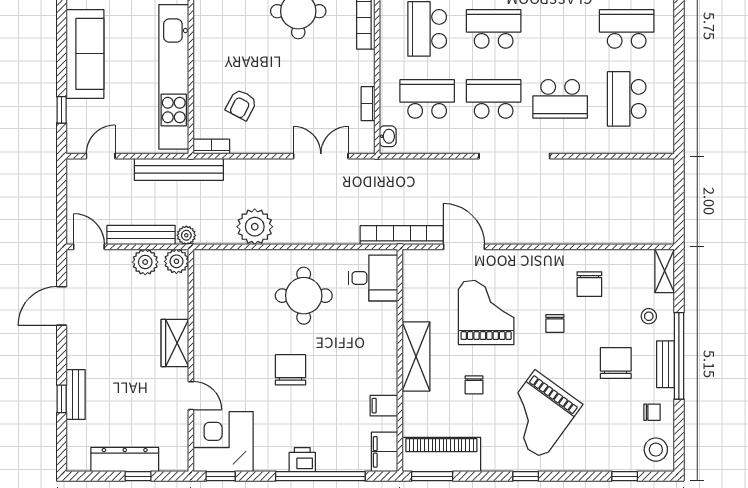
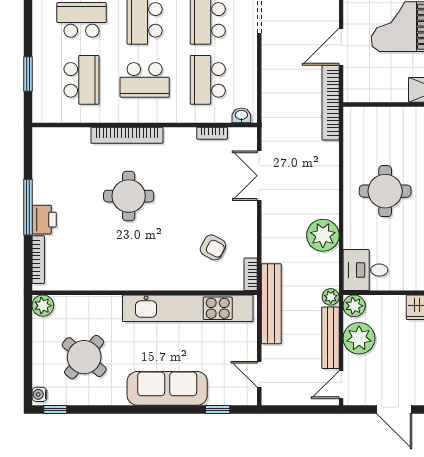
plant: (145, 262) -> (359, 338), width x1.36, depth x1.36
desk: (373, 278) -> (365, 270), moved, turned -90

